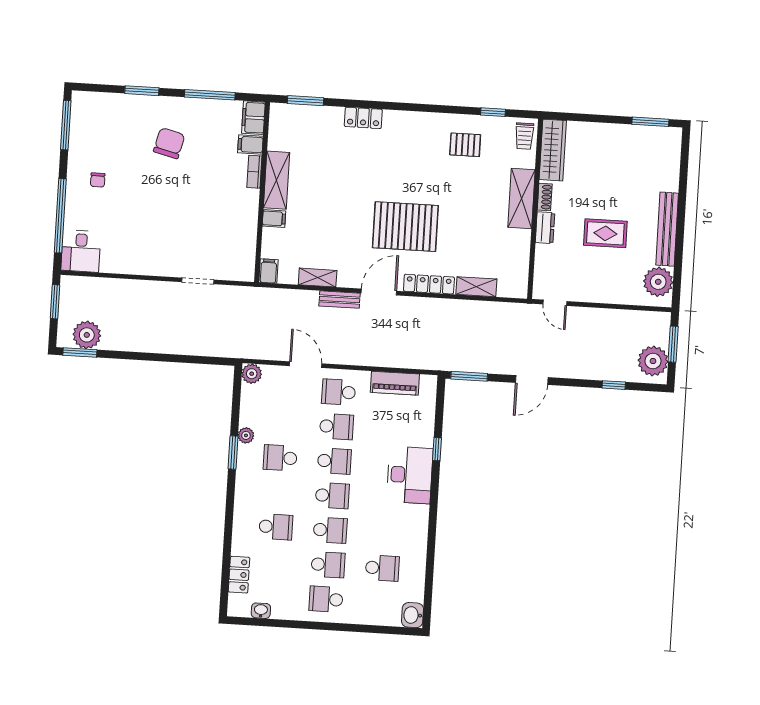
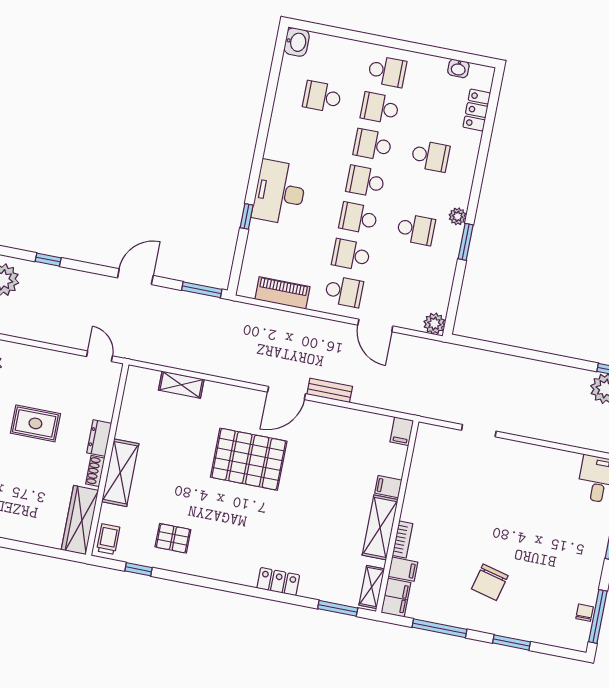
chair: (98, 180) -> (585, 613), moved
shelving: (318, 278) -> (372, 587), moved, turned 90
locker: (429, 284) -> (232, 394), removed
plant: (246, 435) -> (458, 216), moved
school desk: (276, 527) -> (430, 156), turned 180

